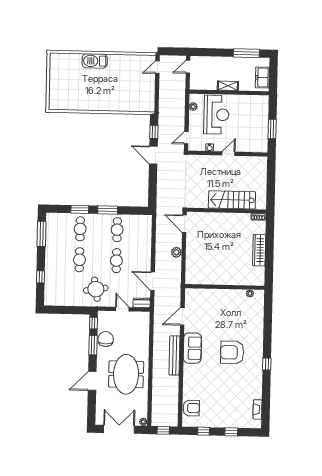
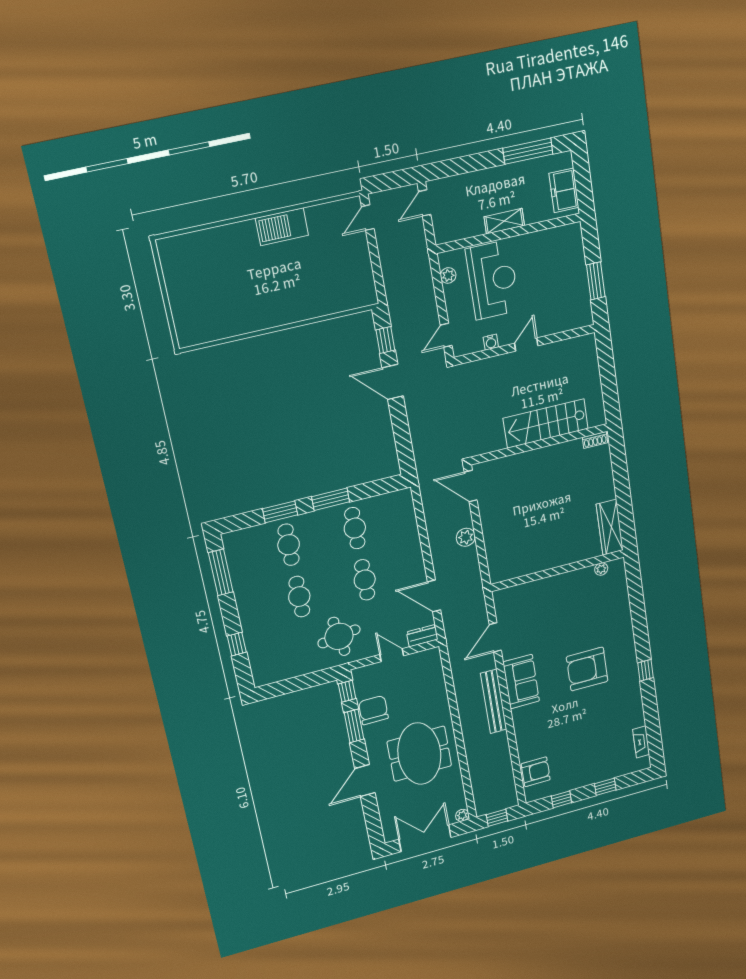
barbecue: (95, 61) -> (282, 227), moved
wardrobe: (259, 250) -> (610, 527), moved

